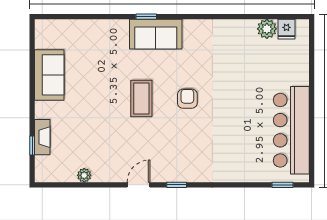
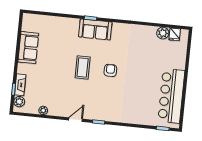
plant: (43, 165) -> (19, 102), added

